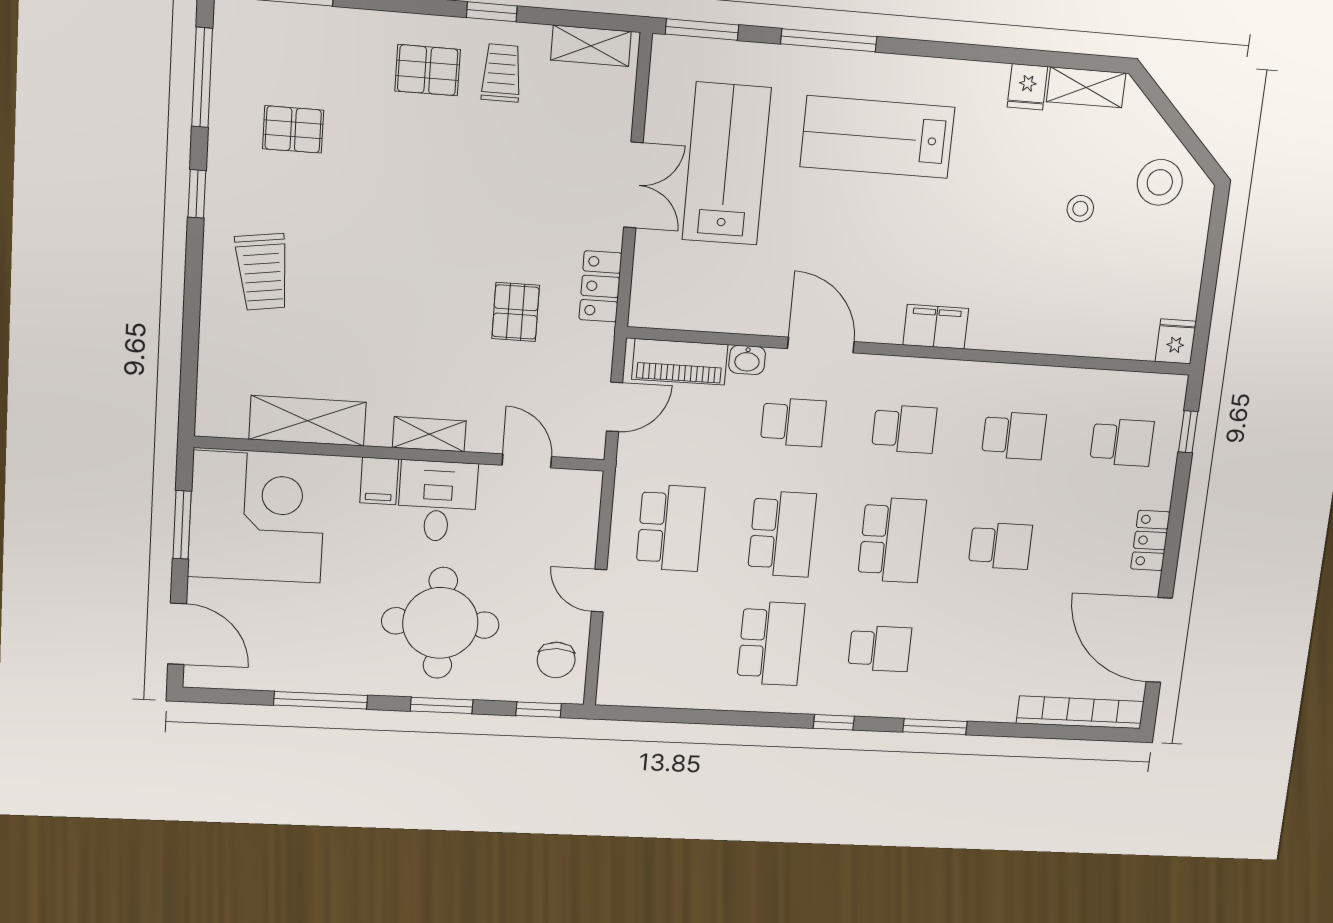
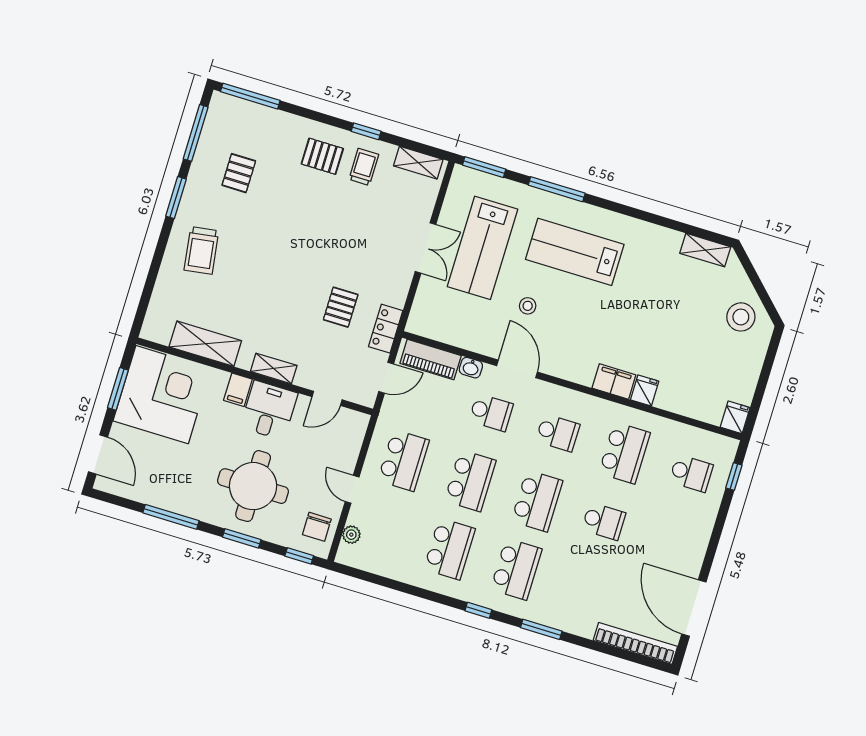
fridge: (1027, 87) -> (645, 391), moved, turned 180
pallet: (293, 129) -> (239, 173), turned 90
lab bench: (727, 164) -> (482, 248), turned 180
window: (197, 194) -> (176, 198), width x1.50
stool: (1080, 209) -> (528, 306), moved
locker: (600, 286) -> (386, 329), moved
filing cabinet: (936, 327) -> (614, 382), moved
school desk: (1014, 436) -> (624, 453), width x1.85
door: (527, 461) -> (327, 398), swing flipped
locker: (1150, 540) -> (699, 541), removed
school desk: (880, 649) -> (516, 569), width x1.85
plant: (613, 659) -> (351, 535), added

